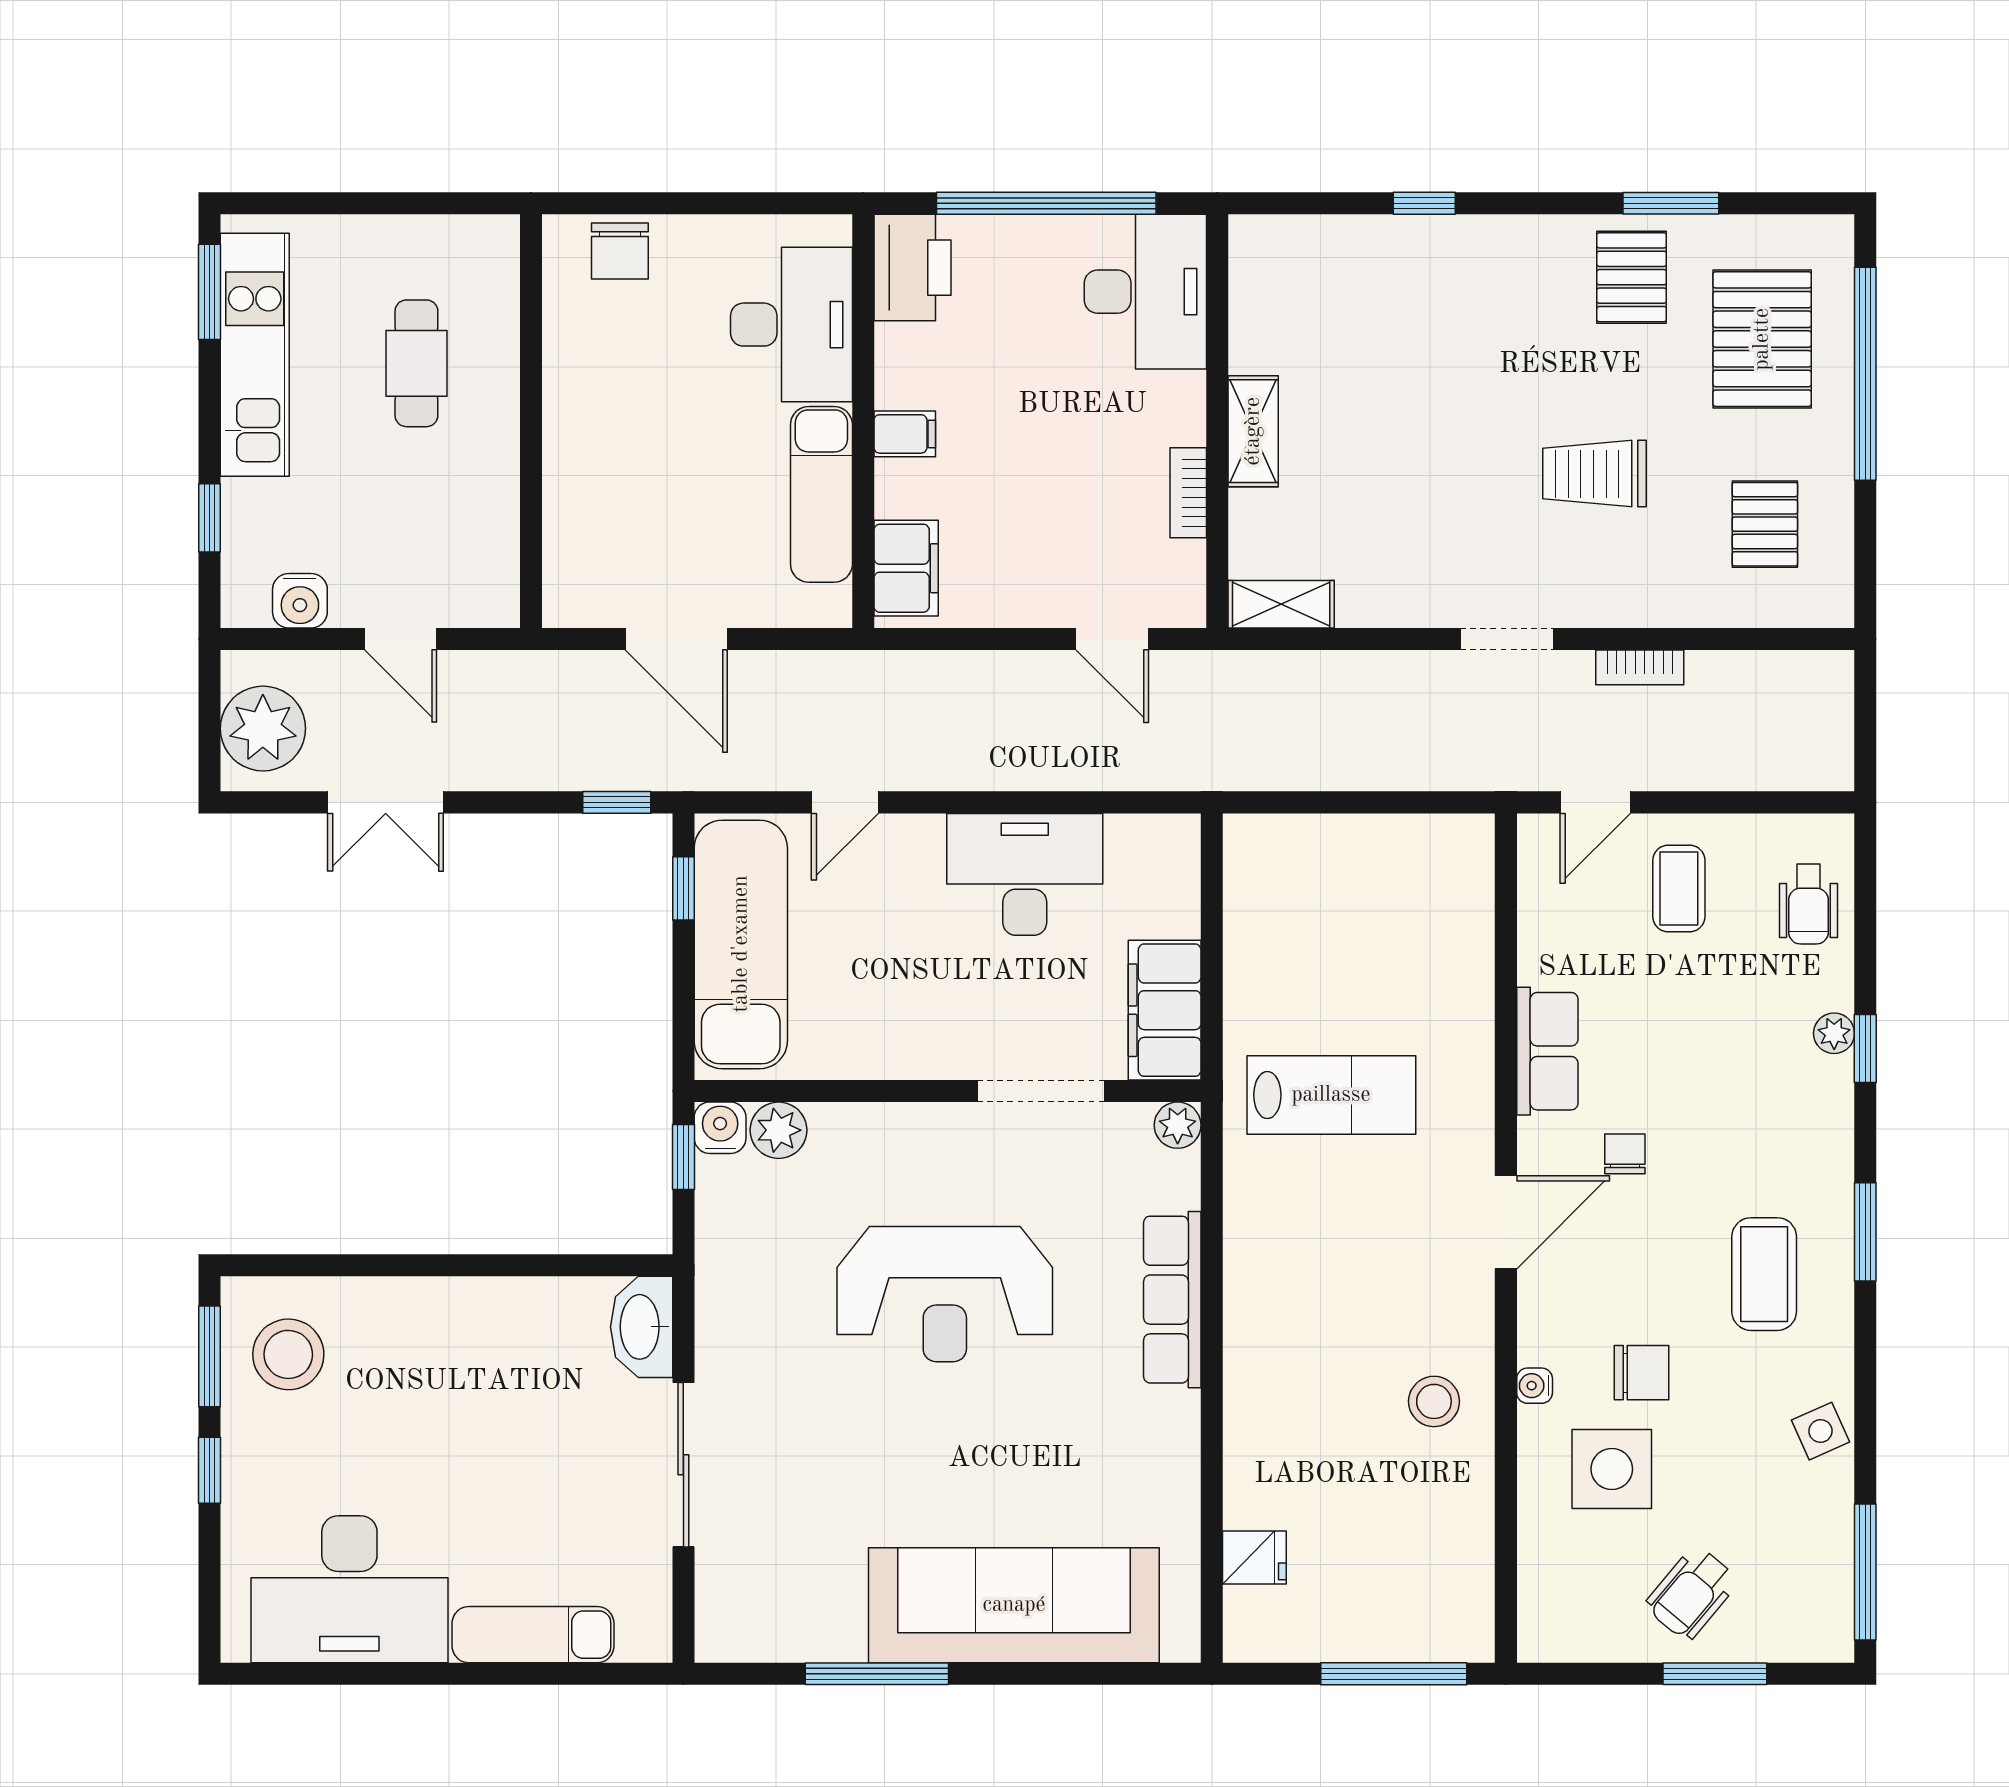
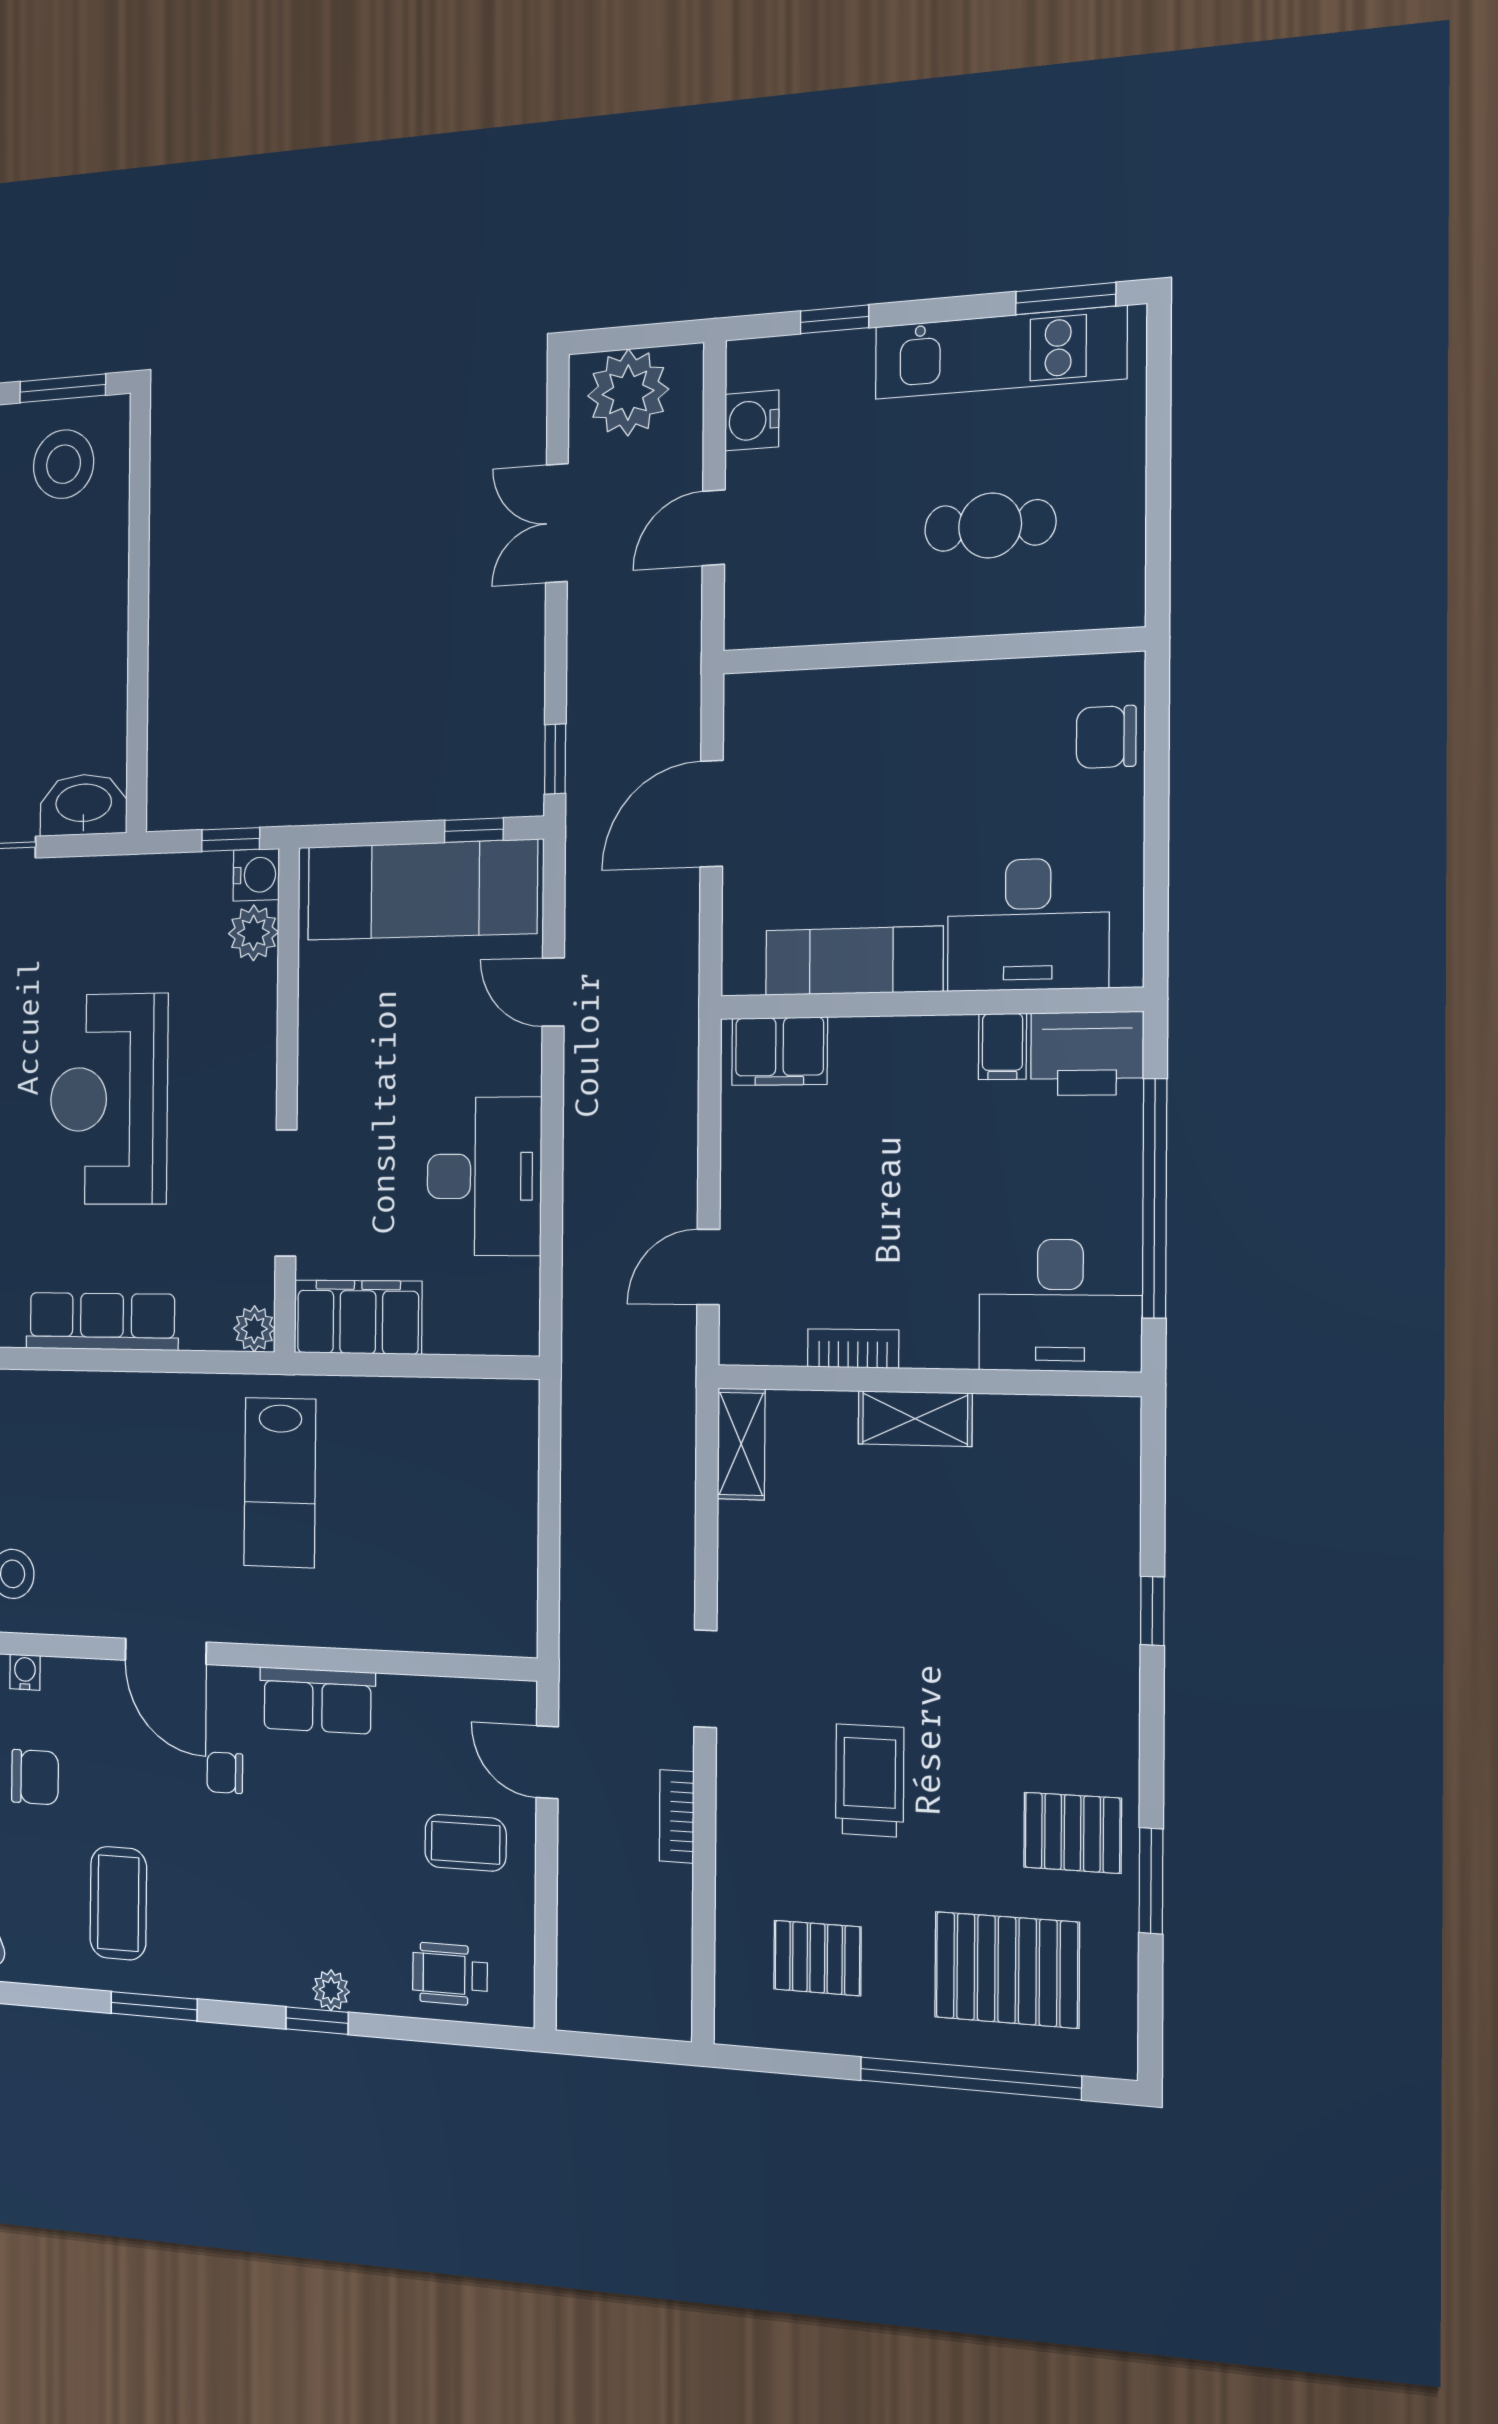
filing cabinet: (905, 434) -> (1002, 1047), moved
chair: (1625, 1154) -> (225, 1773), turned 180
coffee table: (1764, 1274) -> (118, 1903), turned 90
chair: (1642, 1373) -> (35, 1777), turned -90

